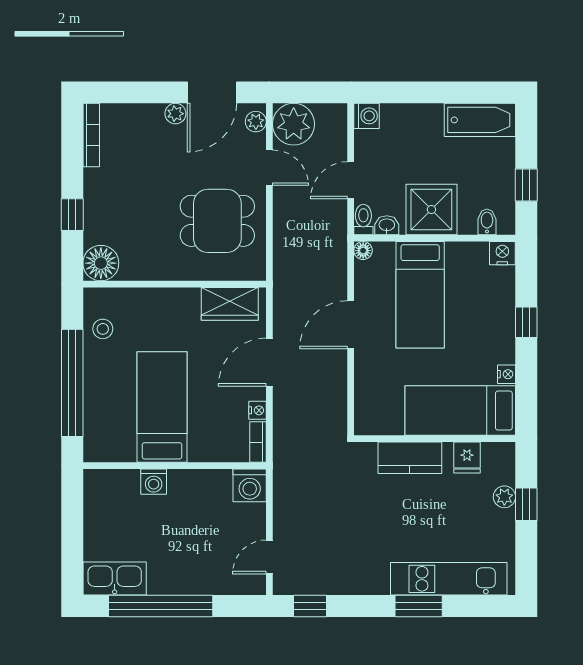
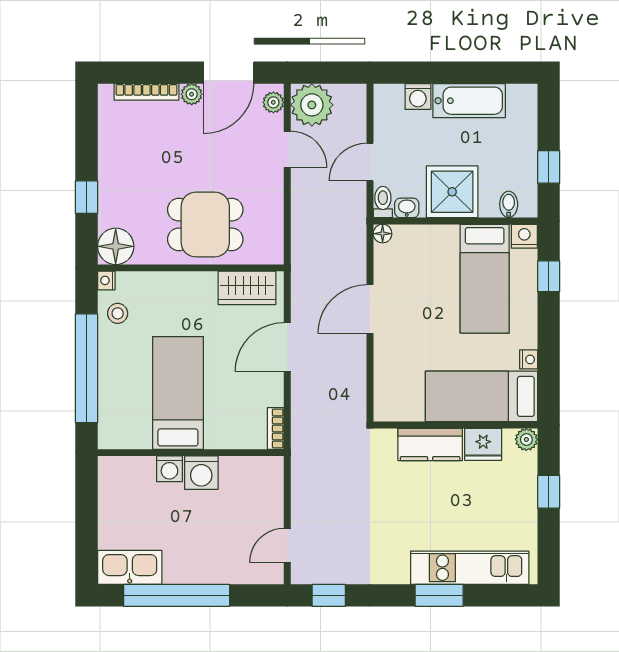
washing machine: (367, 116) -> (418, 97), moved, turned 90
bathtub: (480, 120) -> (469, 101), moved
bookcase: (91, 135) -> (146, 92), moved, turned 90
dining table: (217, 221) -> (205, 224), moved
bed: (420, 295) -> (485, 279), moved
window: (526, 322) -> (549, 276), moved
nightstand: (258, 410) -> (106, 280), moved, turned 180
fridge: (467, 458) -> (483, 444), width x1.38
washing machine: (250, 485) -> (201, 473), moved
plant: (504, 497) -> (526, 439), moved

